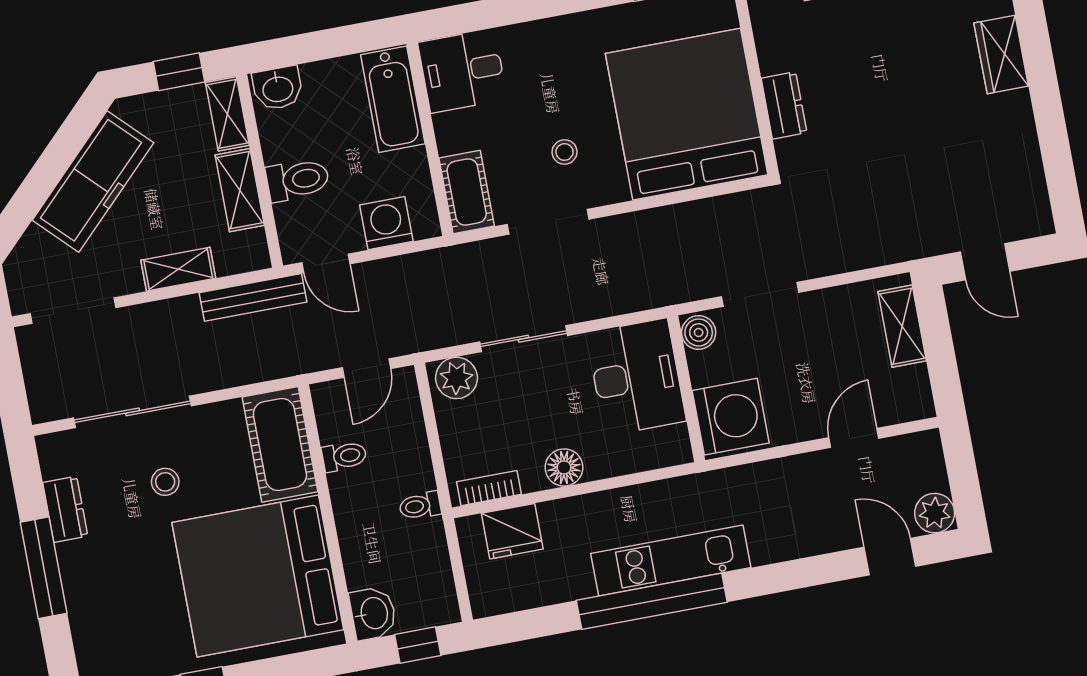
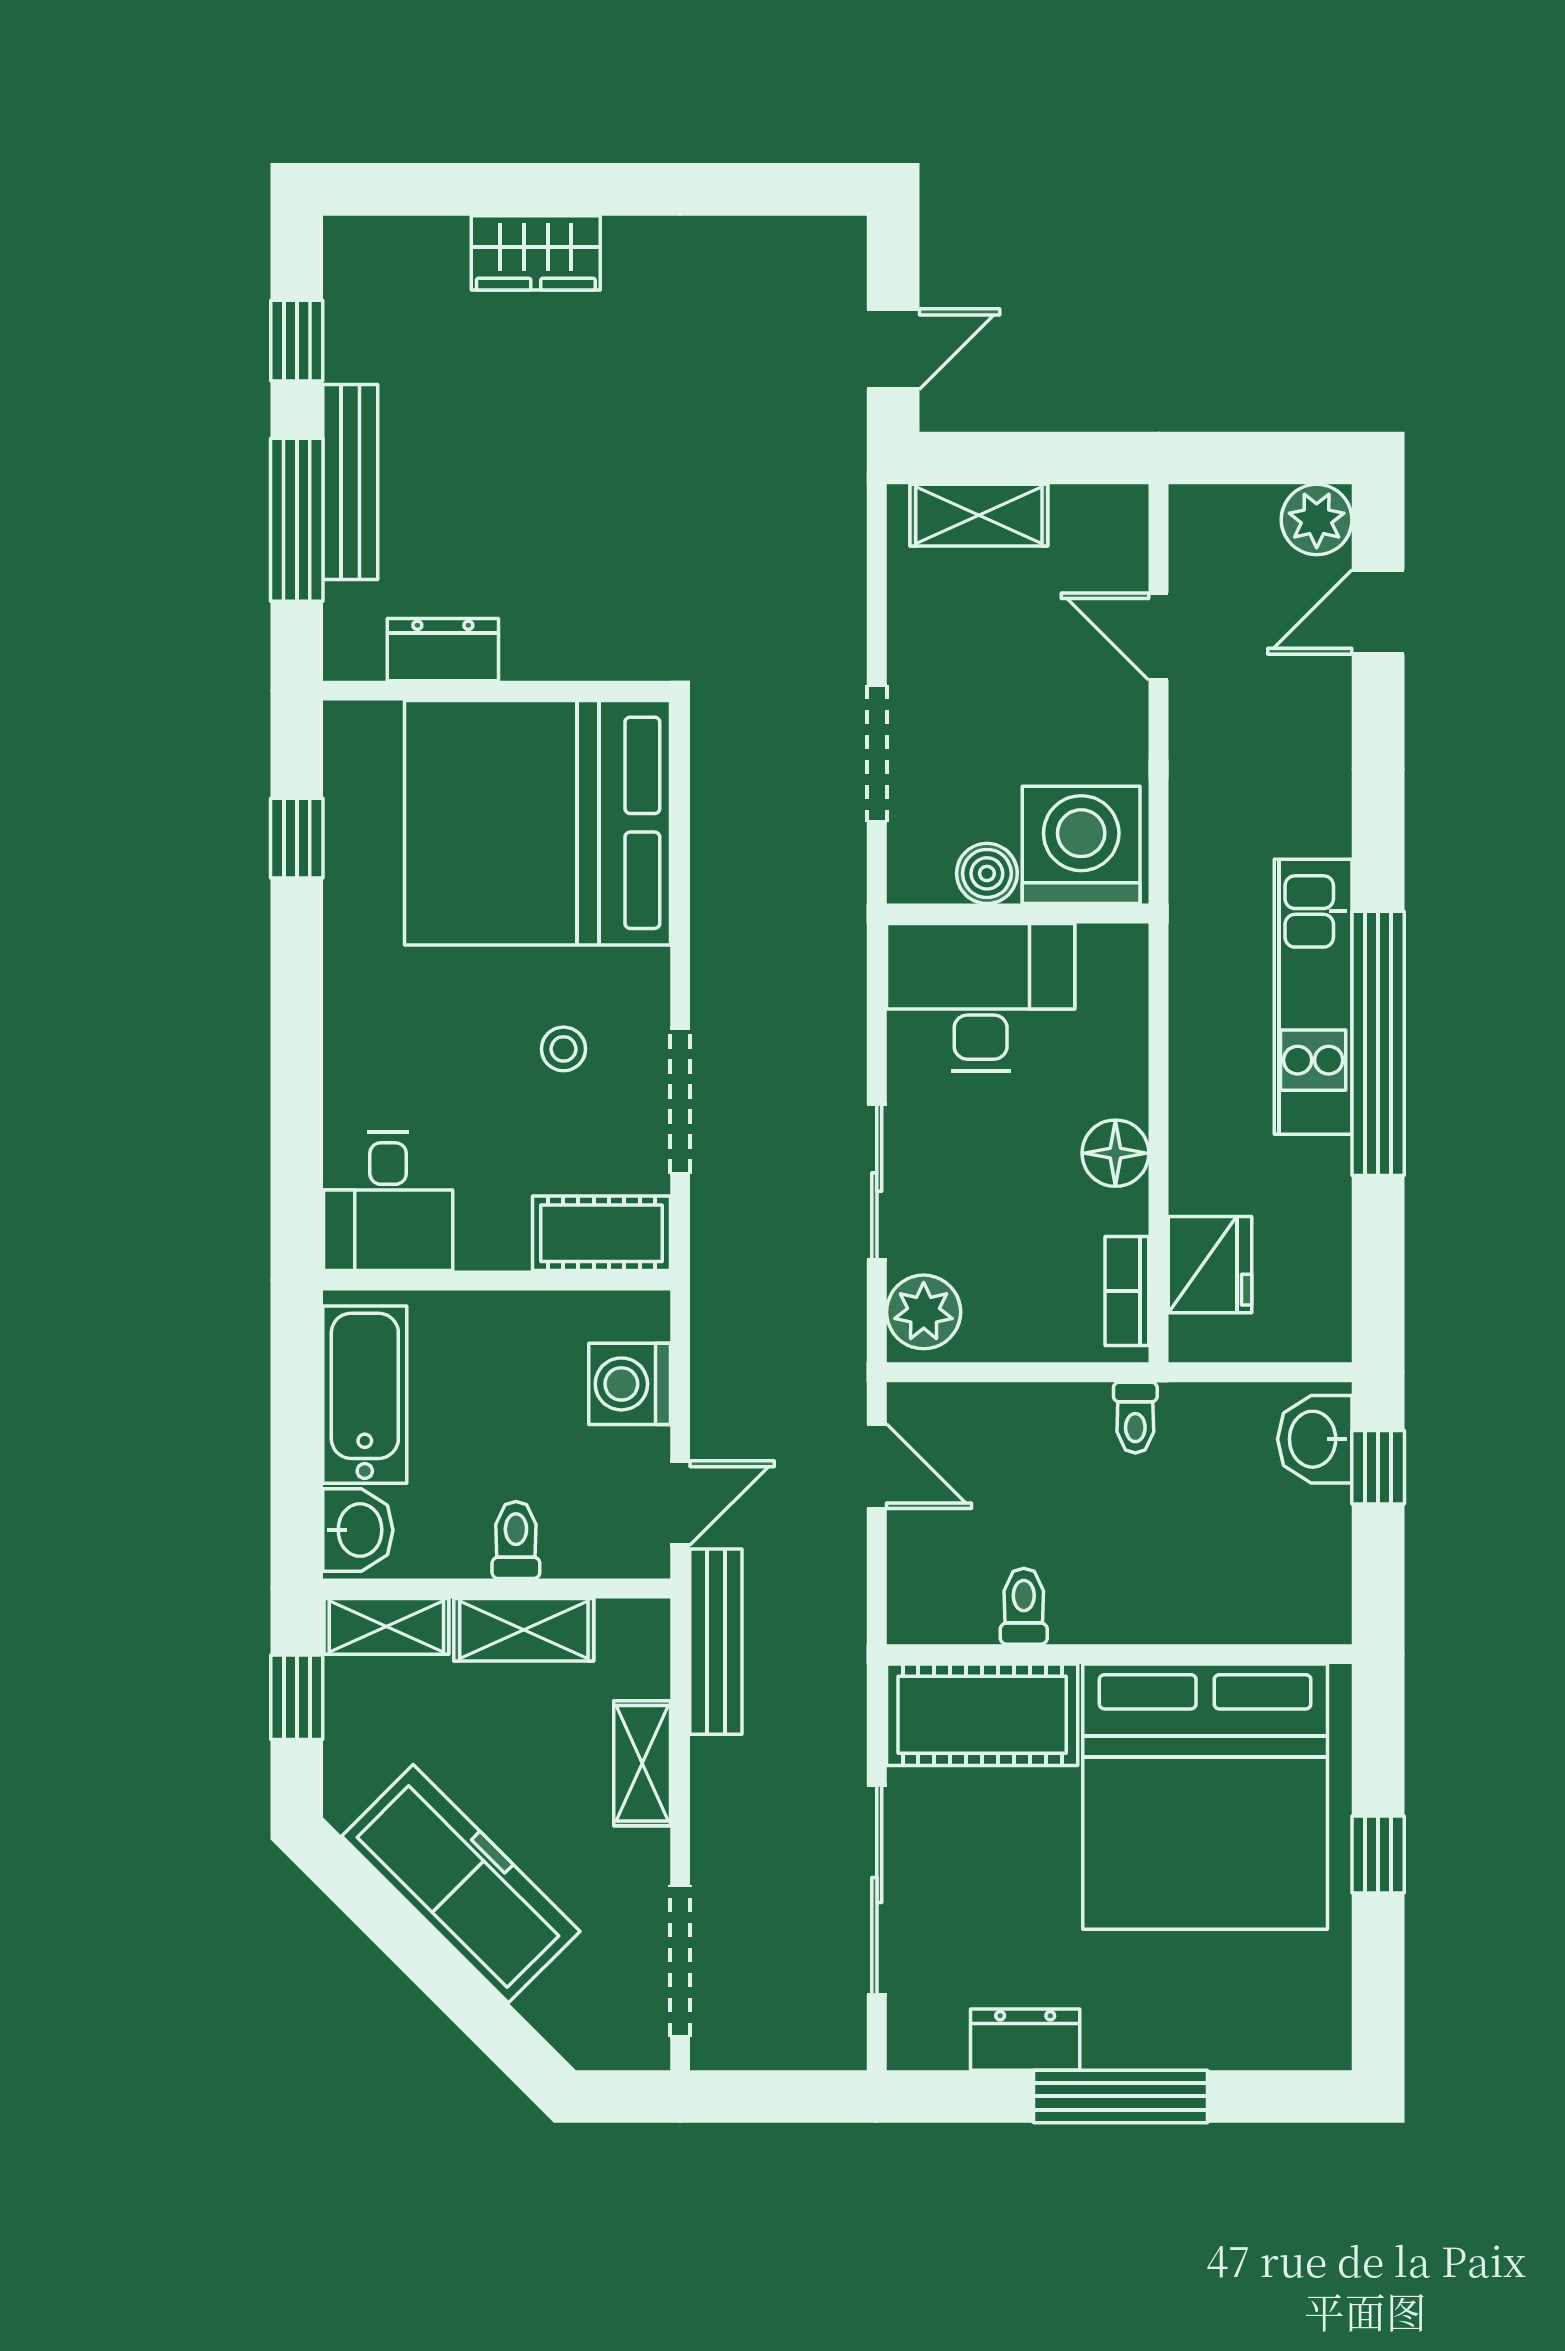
bathtub: (393, 99) -> (365, 1395), moved, turned -90
dresser: (784, 105) -> (443, 650), moved
toilet: (298, 180) -> (516, 1540), width x0.73, depth x0.72
boiler: (699, 332) -> (987, 873), moved
cot: (280, 444) -> (982, 1715), moved
toilet: (344, 456) -> (1024, 1606), moved
stool: (165, 482) -> (1010, 1856), removed
wall: (328, 514) -> (1119, 1654), moved
bed: (258, 576) -> (1205, 1797), moved
washbasin: (373, 613) -> (1315, 1439), moved, turned -90

